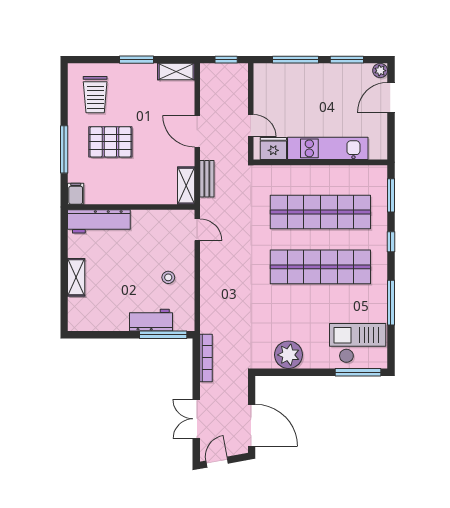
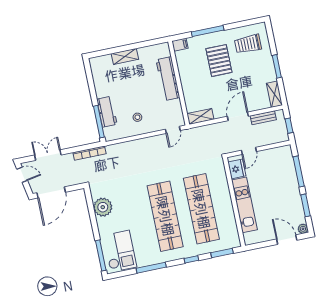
bench: (207, 179) -> (263, 118), moved
workbench: (99, 221) -> (168, 79), moved

